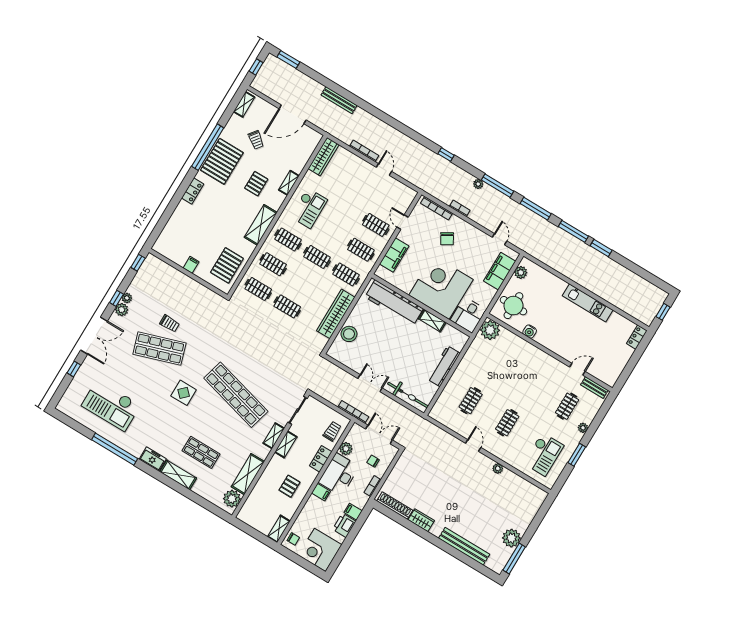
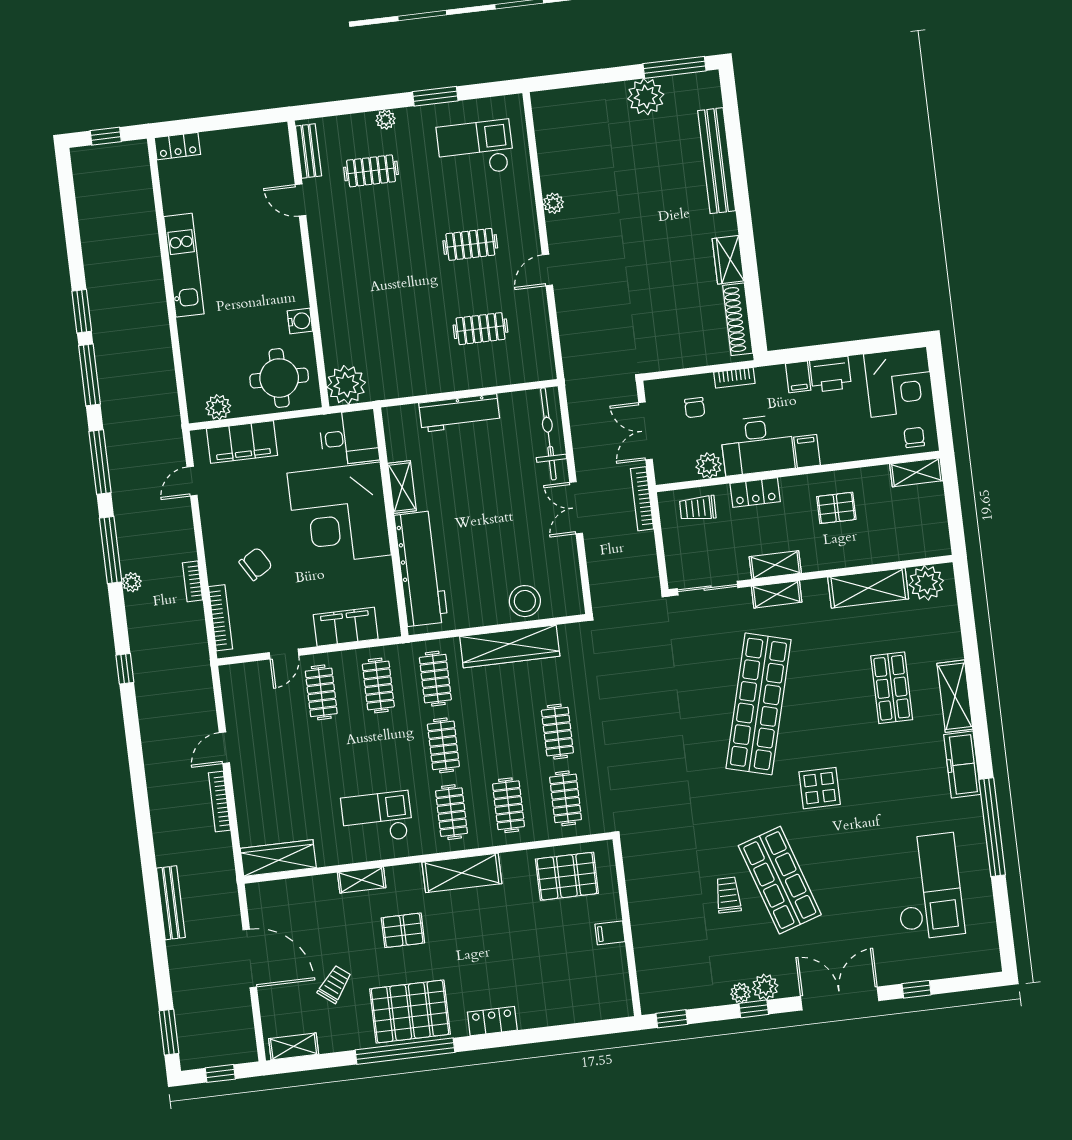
freezer: (153, 459) -> (962, 765), width x1.40

